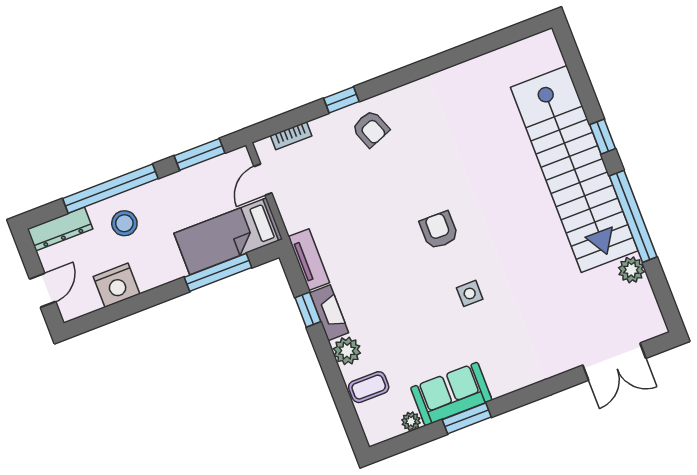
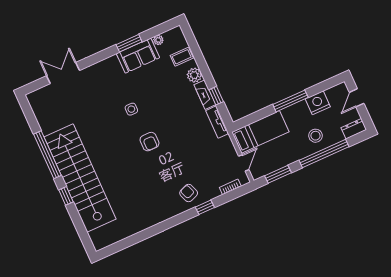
dresser: (60, 229) -> (354, 129), width x0.70
plant: (631, 270) -> (47, 127), removed
window: (218, 272) -> (290, 101), moved
double door: (614, 362) -> (63, 73), moved

